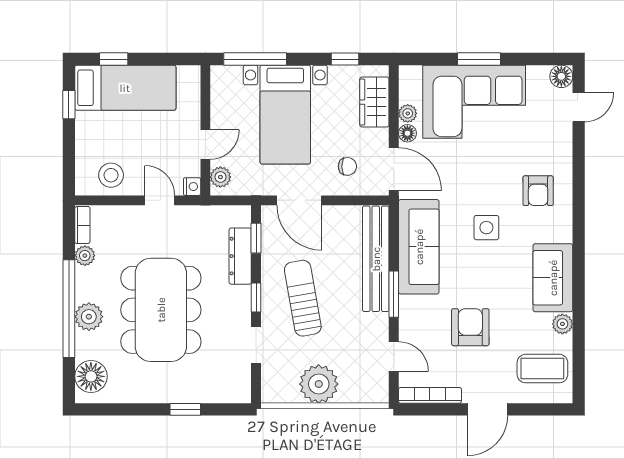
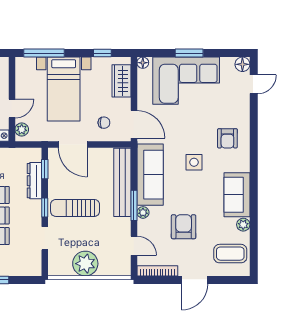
plant: (408, 113) -> (143, 212), moved
floor lamp: (407, 133) -> (143, 63), moved
sun lounger: (303, 298) -> (75, 208), turned -80

